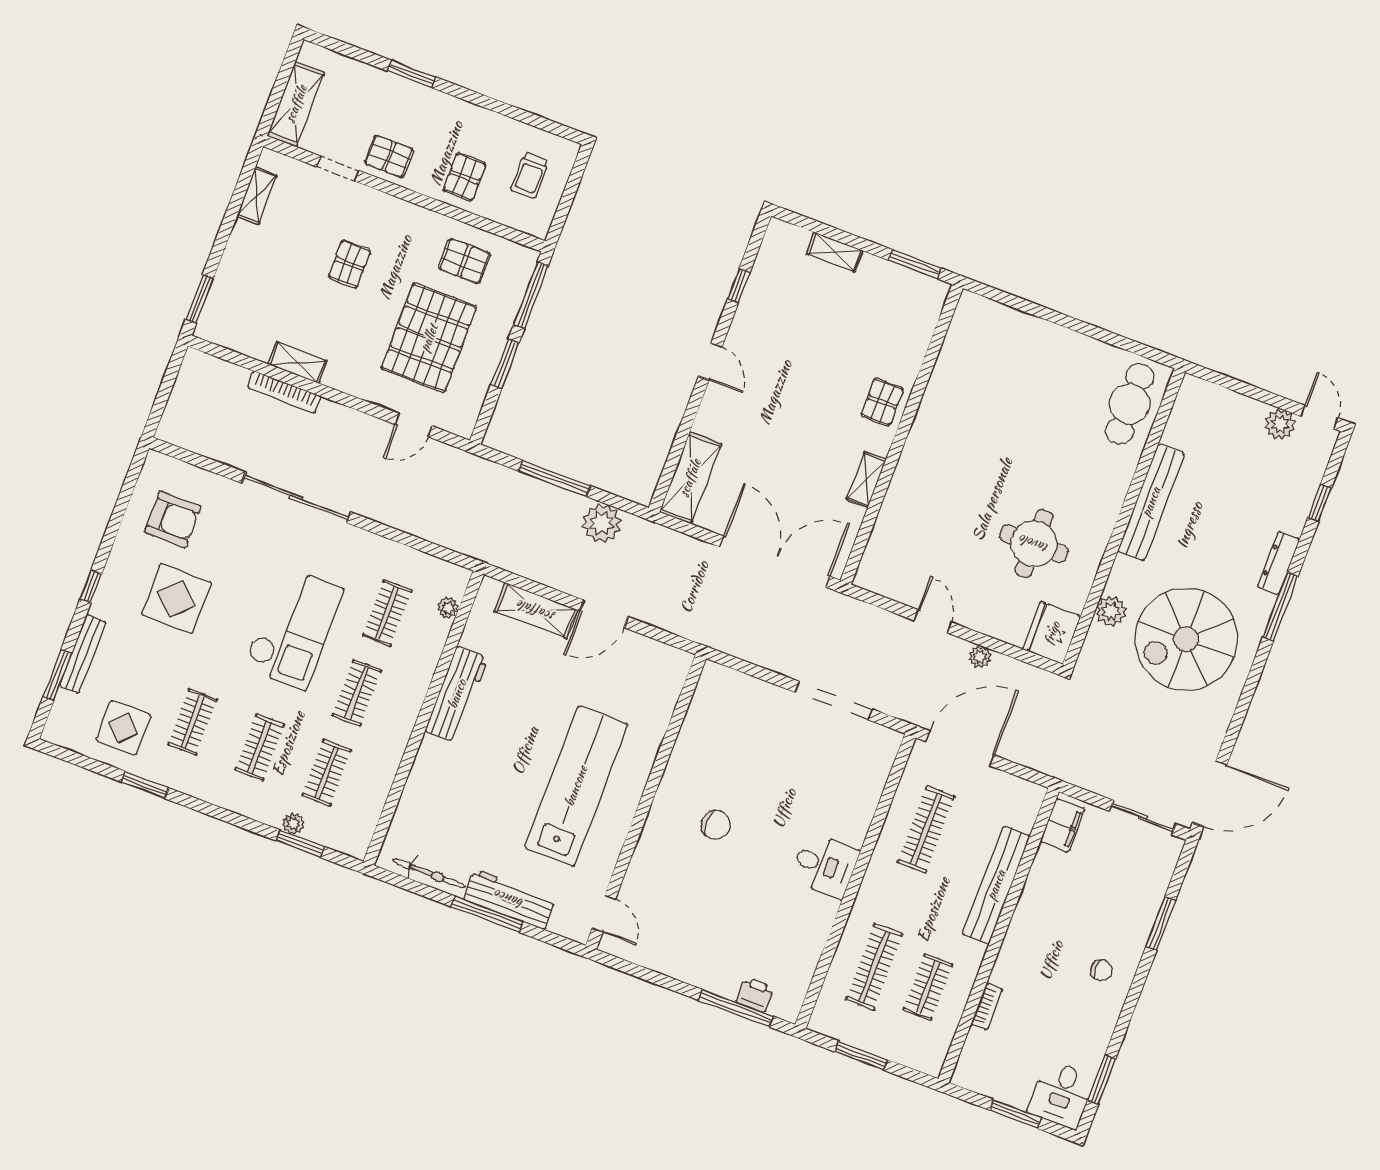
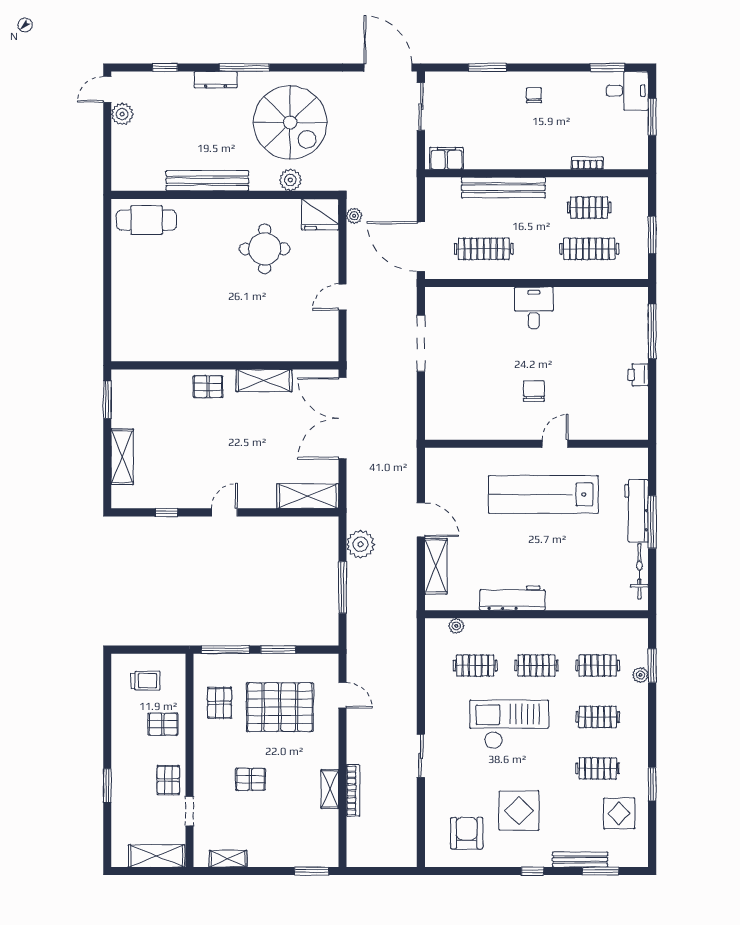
shelving: (835, 252) -> (122, 457), width x1.50, depth x1.33
shelving: (866, 479) -> (264, 380), width x1.50, depth x1.33
sliding door: (296, 498) -> (421, 756), width x0.54
plant: (980, 657) -> (354, 216), moved
door: (604, 914) -> (555, 444), moved
printer: (755, 995) -> (638, 375), moved

